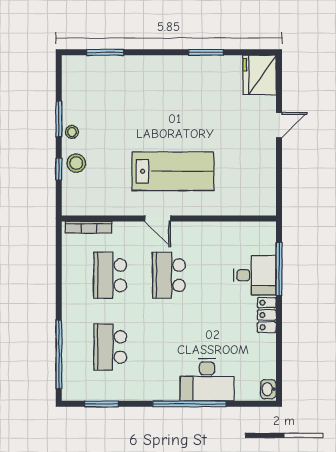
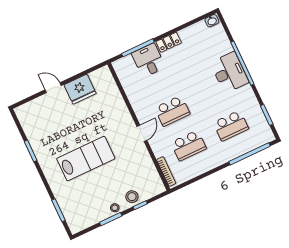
fridge: (259, 75) -> (80, 89), moved
lab bench: (173, 171) -> (86, 159), moved, turned 90
desk: (207, 380) -> (229, 72), moved

